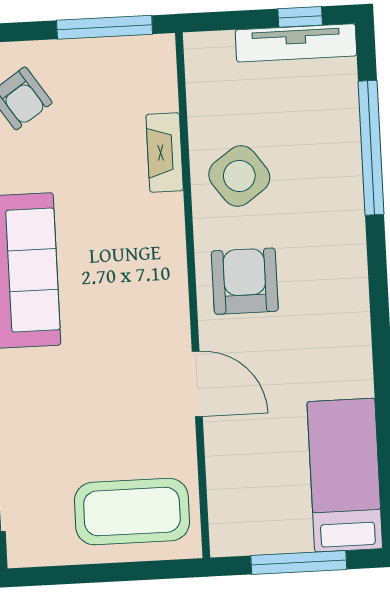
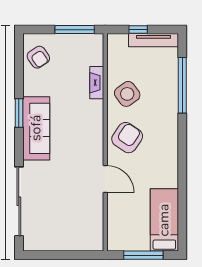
window: (300, 17) -> (138, 30), moved
armchair: (245, 281) -> (127, 138), turned 34
coffee table: (132, 512) -> (76, 230), removed

